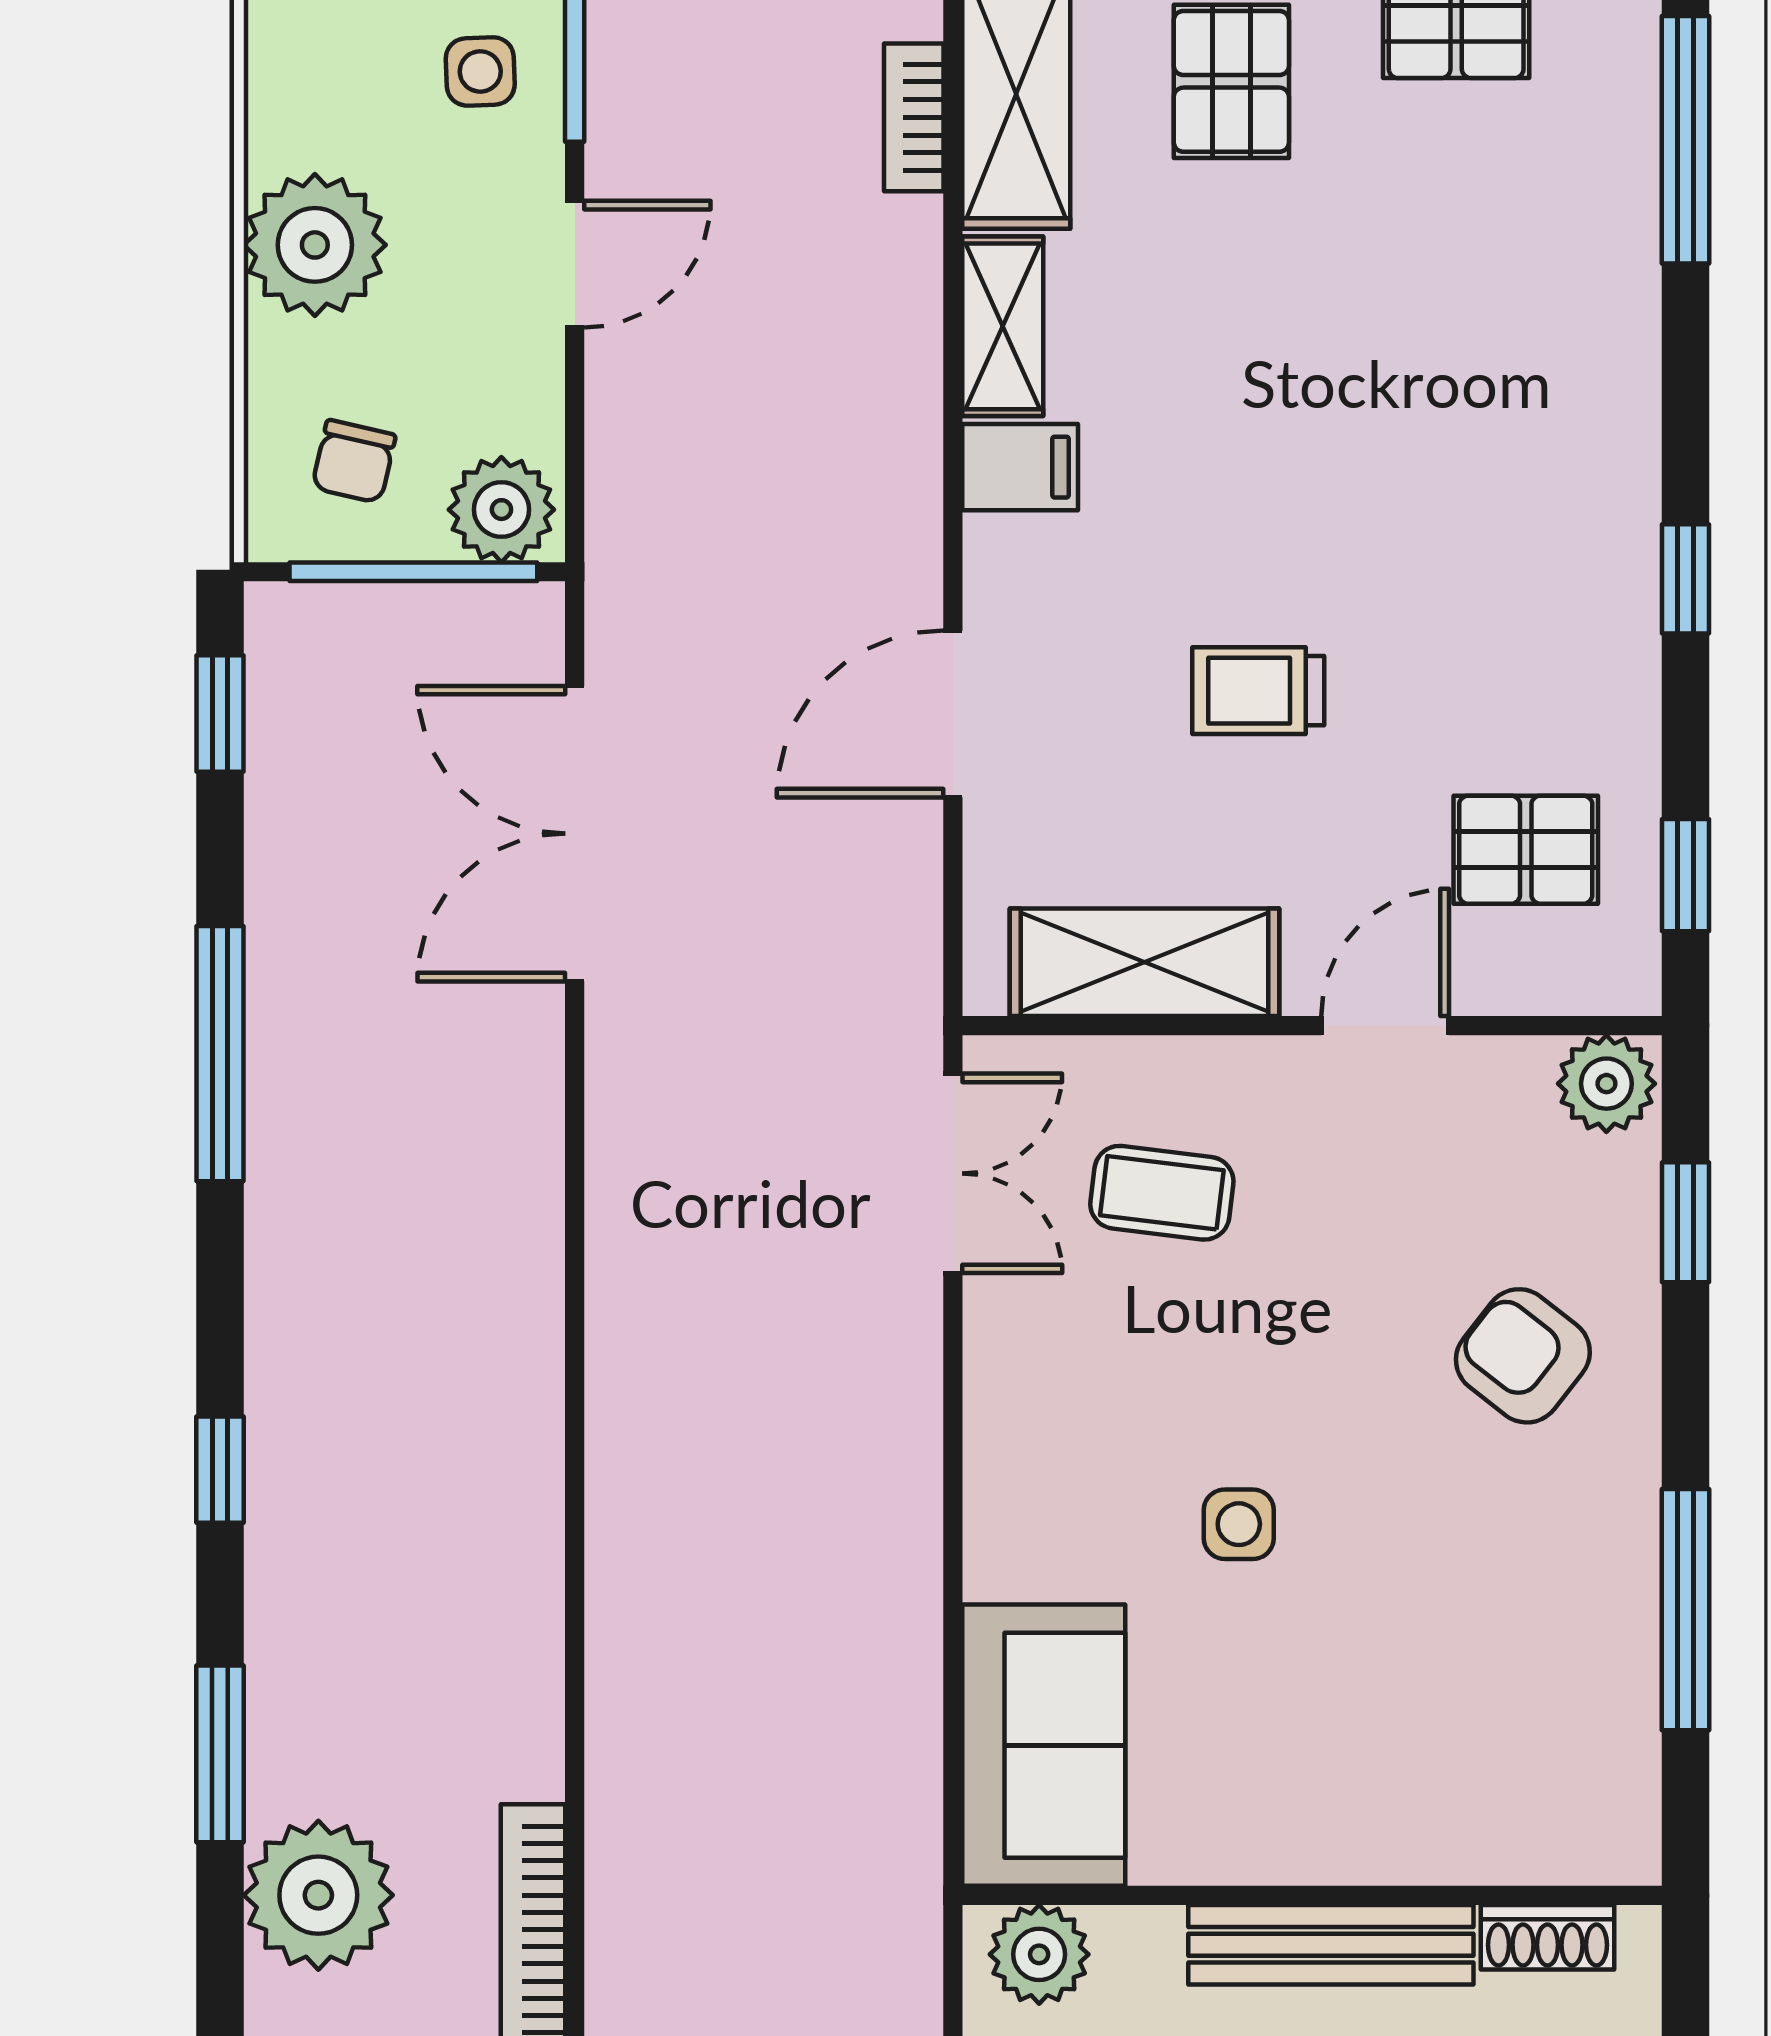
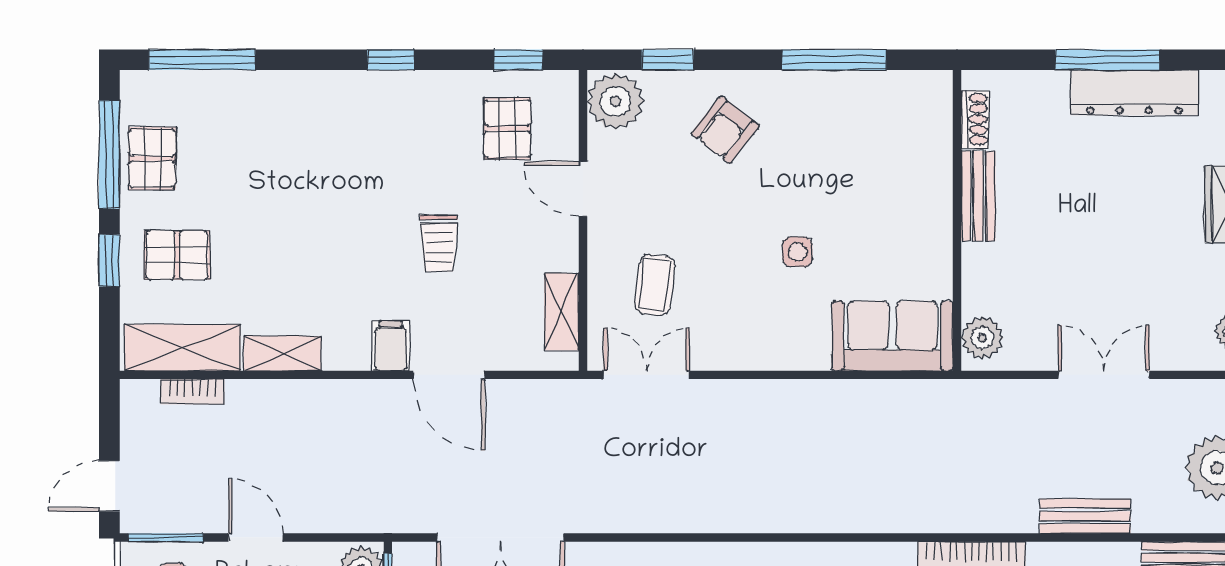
filing cabinet: (1020, 467) -> (391, 346), moved
shelving: (1145, 962) -> (562, 312), width x0.67, depth x0.75
plant: (1606, 1084) -> (616, 101), width x1.36, depth x1.36
bench: (1331, 1945) -> (978, 196), width x0.73

